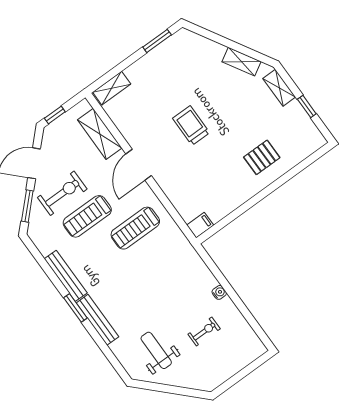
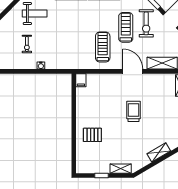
shelving: (241, 62) -> (159, 152), moved
trolley: (191, 126) -> (133, 111), turned -90
pallet: (262, 157) -> (92, 135), turned 90

